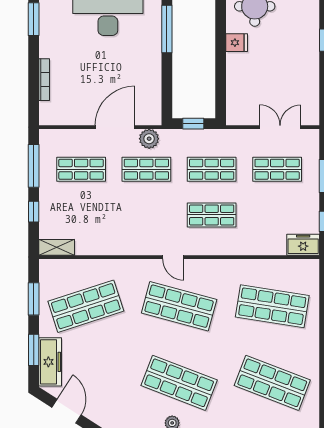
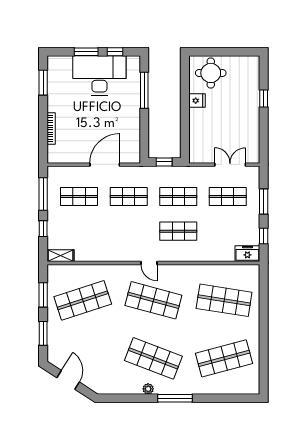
plant: (149, 139) -> (131, 173), removed
freezer: (50, 362) -> (56, 343), removed
shop shelf: (272, 383) -> (224, 358), turned -36

